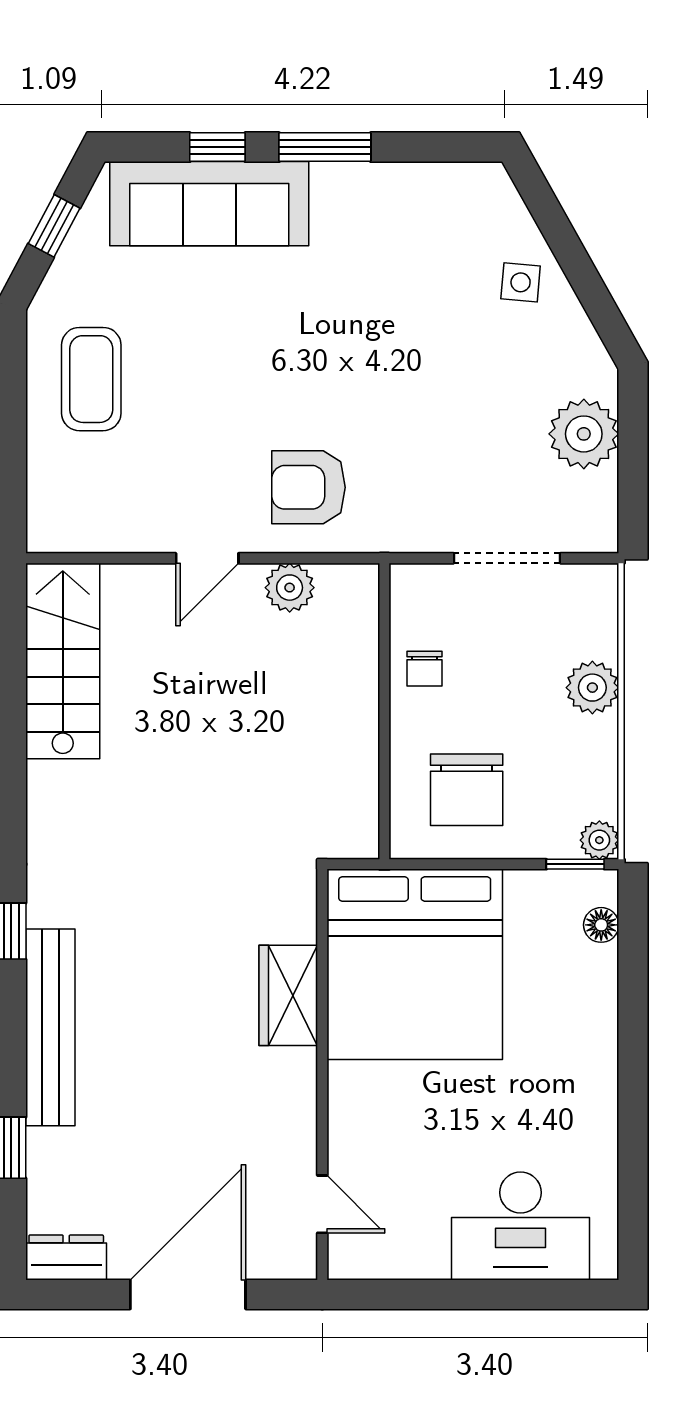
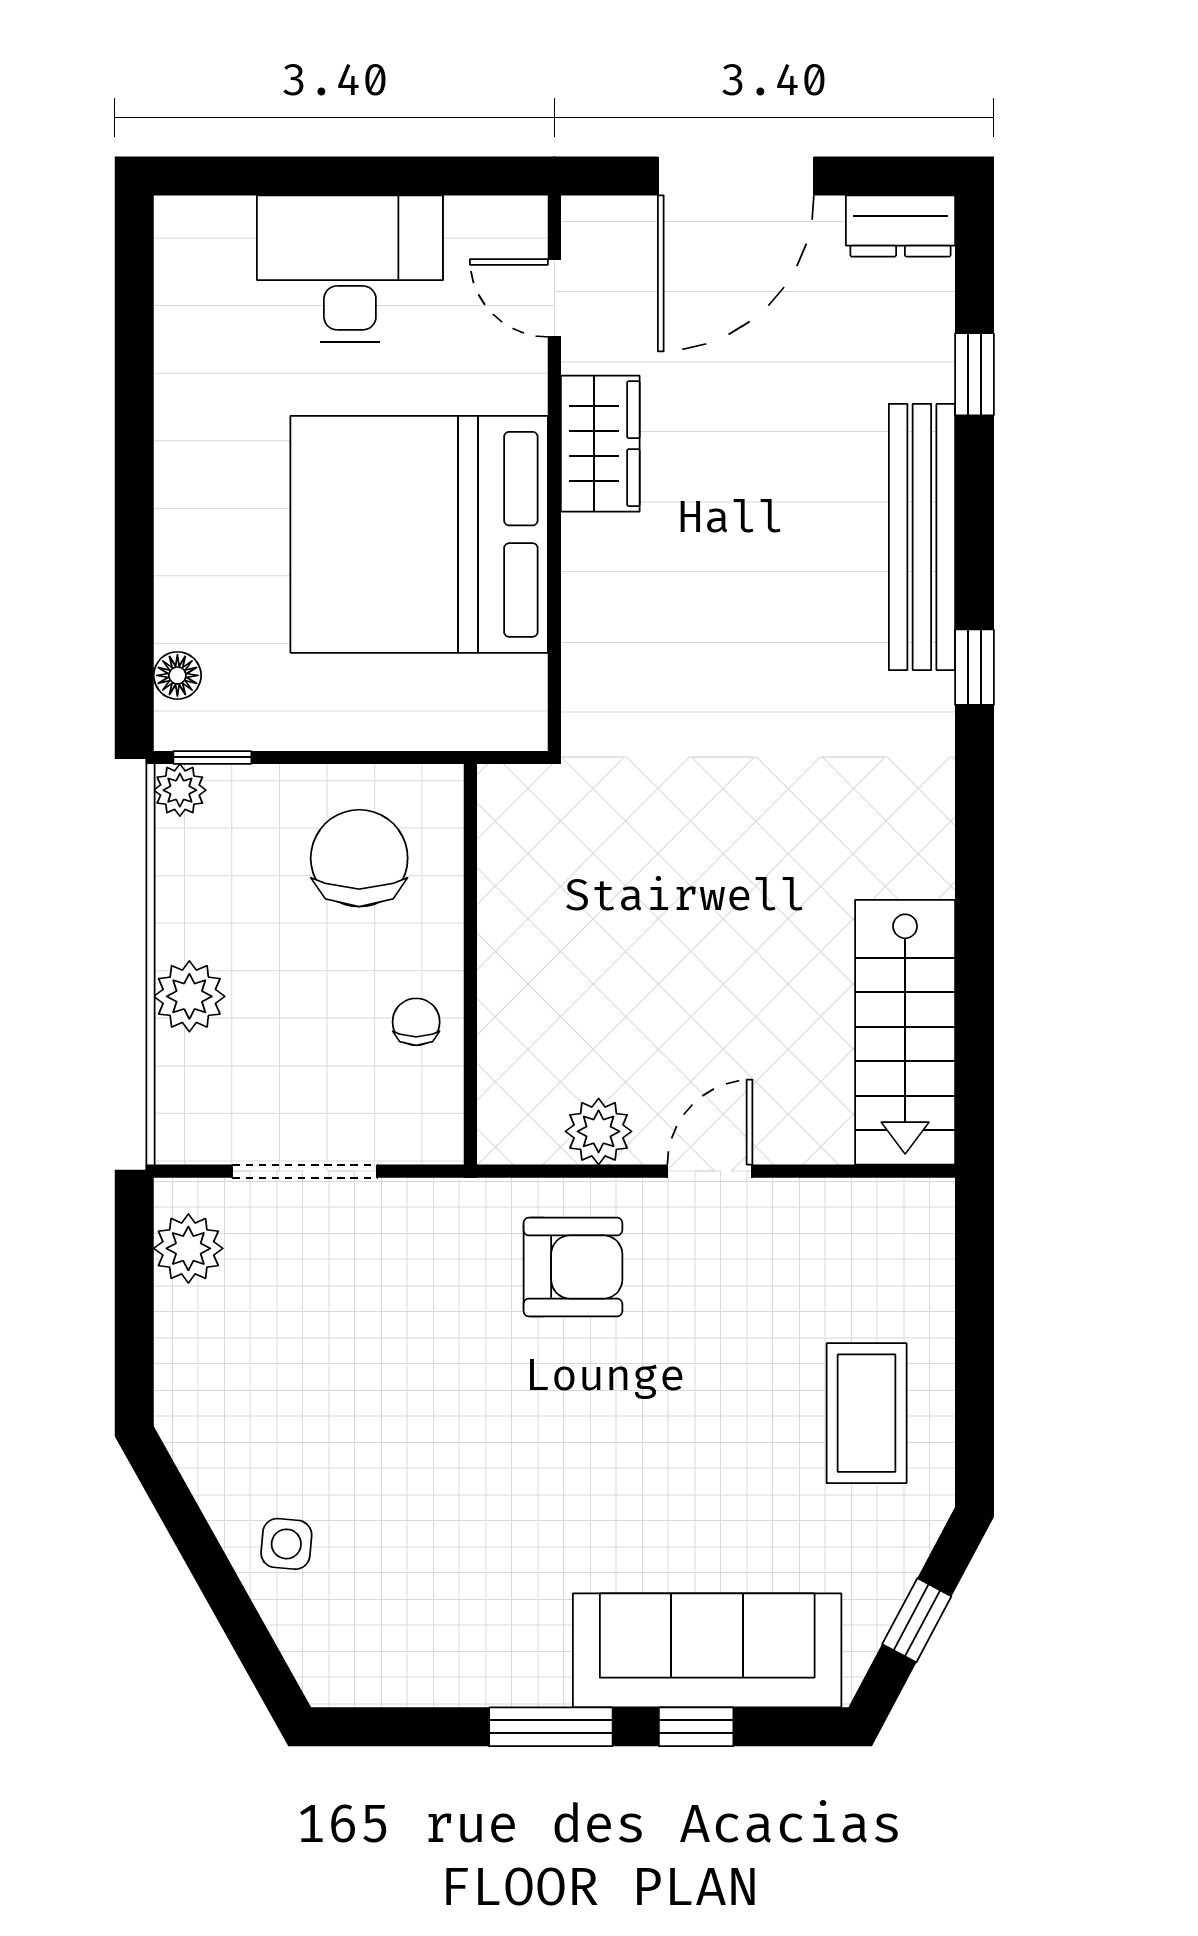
plant: (584, 434) -> (188, 1248), moved, width x0.73, depth x0.73
bed: (415, 964) -> (419, 534), moved, turned -90
wardrobe: (288, 995) -> (600, 444), moved
desk: (520, 1226) -> (350, 268), moved

